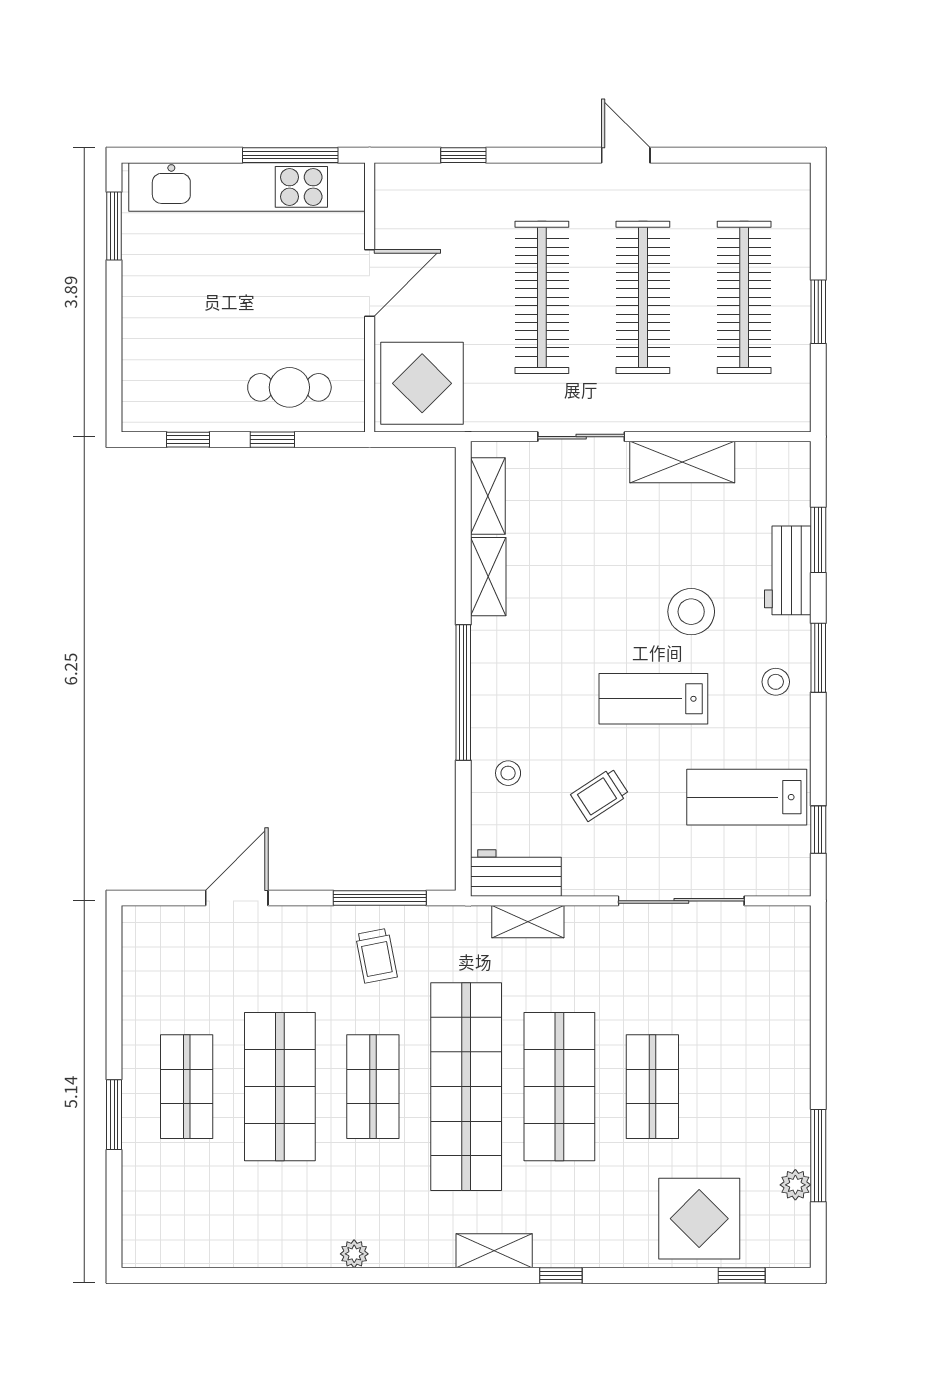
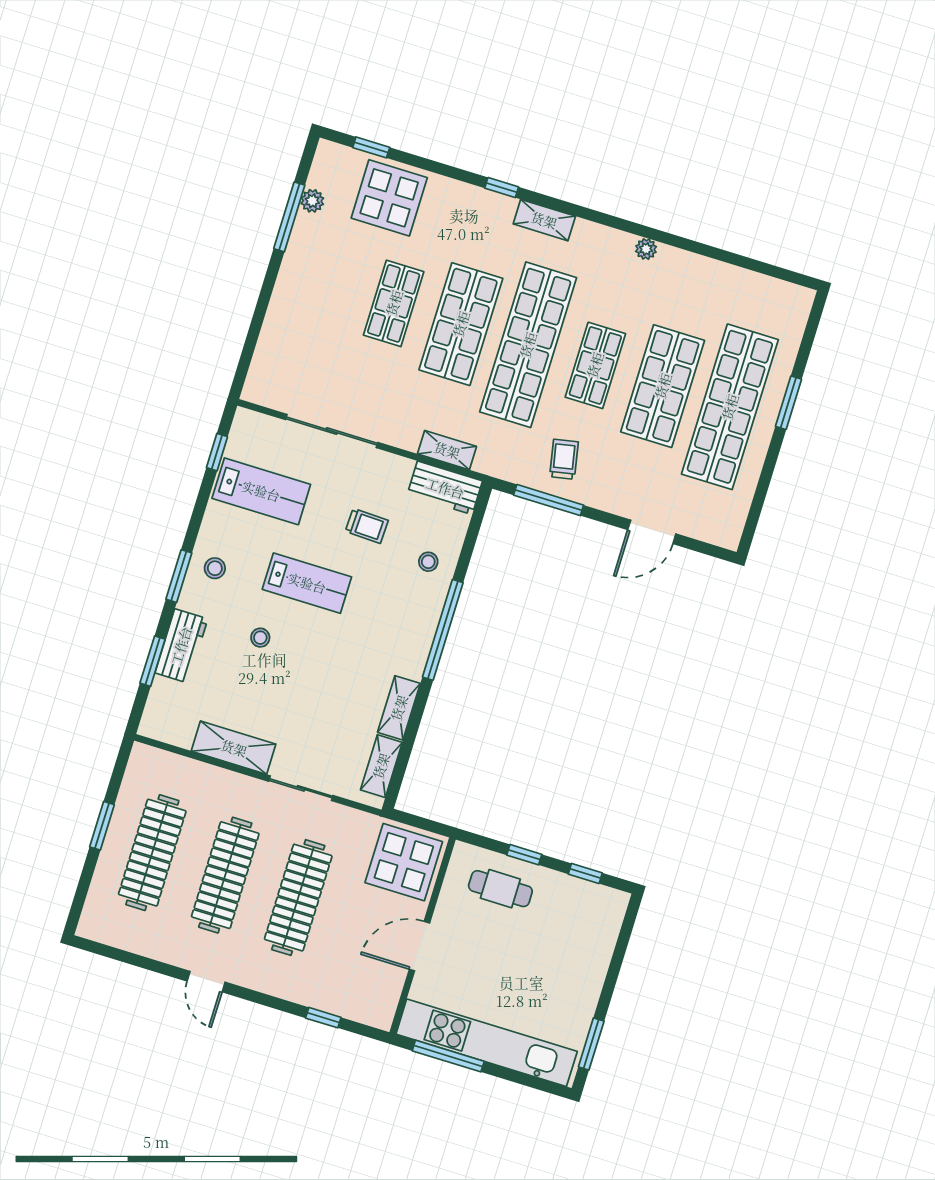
stool: (691, 612) -> (260, 638), width x0.53, depth x0.53
trolley: (600, 795) -> (367, 526), turned 35
shop shelf: (187, 1087) -> (730, 407), width x2.00, depth x1.36

